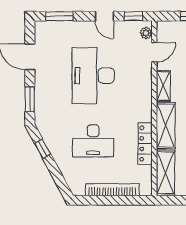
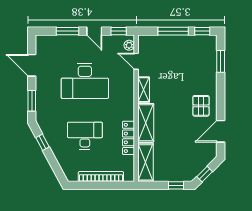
window: (60, 16) -> (67, 31), moved
door: (154, 52) -> (136, 61), swing flipped
desk: (93, 76) -> (85, 81), turned -90
desk: (93, 141) -> (85, 136), turned 180

